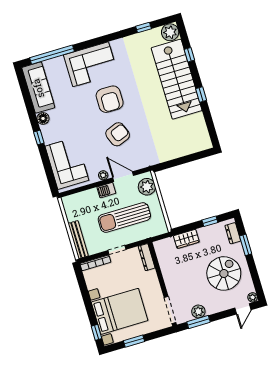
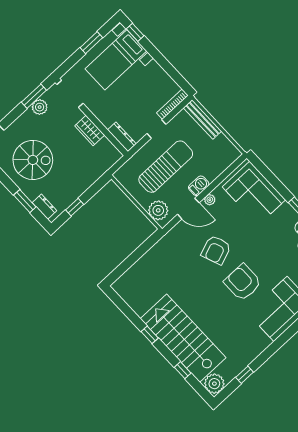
wardrobe: (186, 239) -> (90, 130), moved, turned -90
spiral stairs: (224, 273) -> (33, 160), turned -90
bed with nightstands: (120, 311) -> (116, 60), width x0.73

